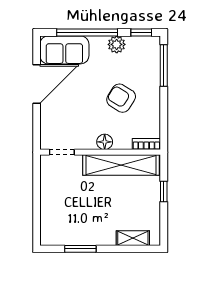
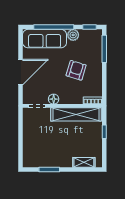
sofa: (64, 50) -> (45, 39), width x1.36
door: (37, 84) -> (20, 72), moved
armchair: (121, 98) -> (76, 70), turned 75
floor lamp: (105, 142) -> (54, 99), moved

